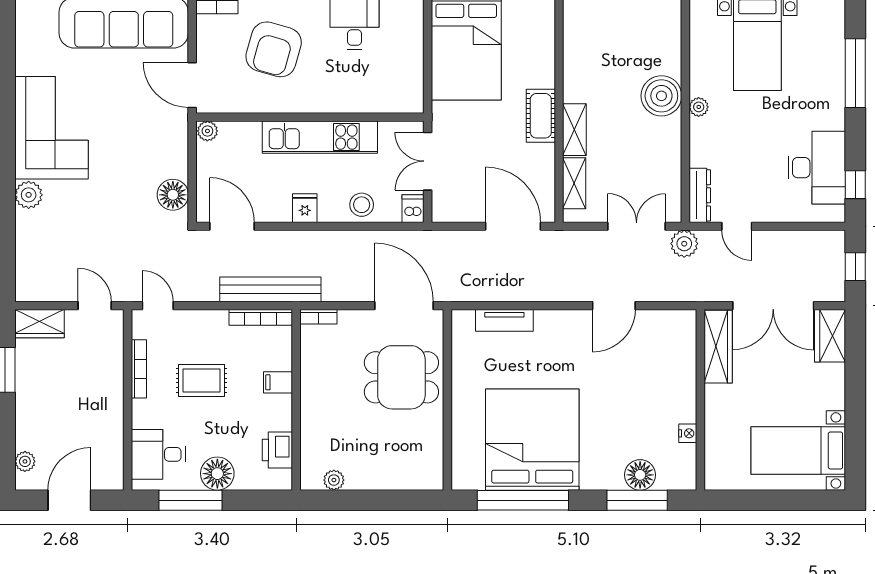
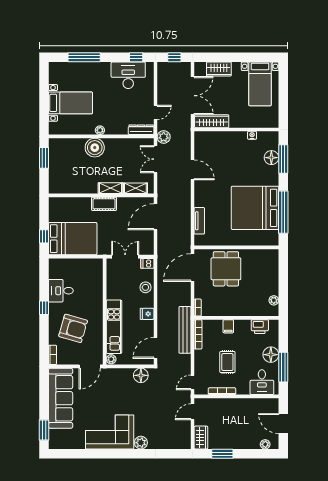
kitchen unit: (320, 137) -> (114, 327), moved
double door: (428, 161) -> (125, 257), swing flipped
wardrobe: (830, 336) -> (219, 69), moved

